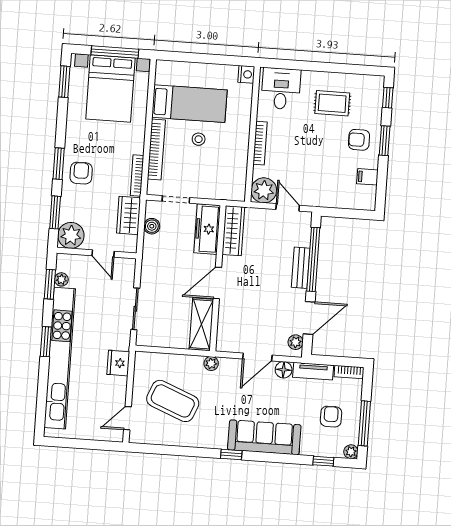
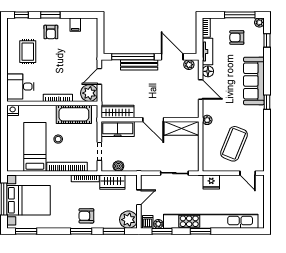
cot: (234, 165) -> (74, 114), added
dishwasher: (65, 264) -> (148, 222), added
bench: (301, 268) -> (139, 65), width x1.36

